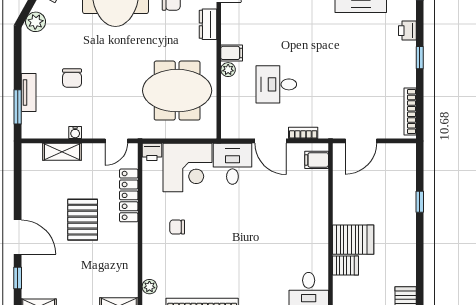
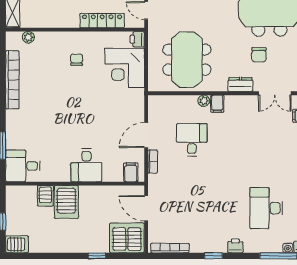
desk: (232, 164) -> (86, 165), moved, turned 90
server rack: (398, 165) -> (127, 238), added

